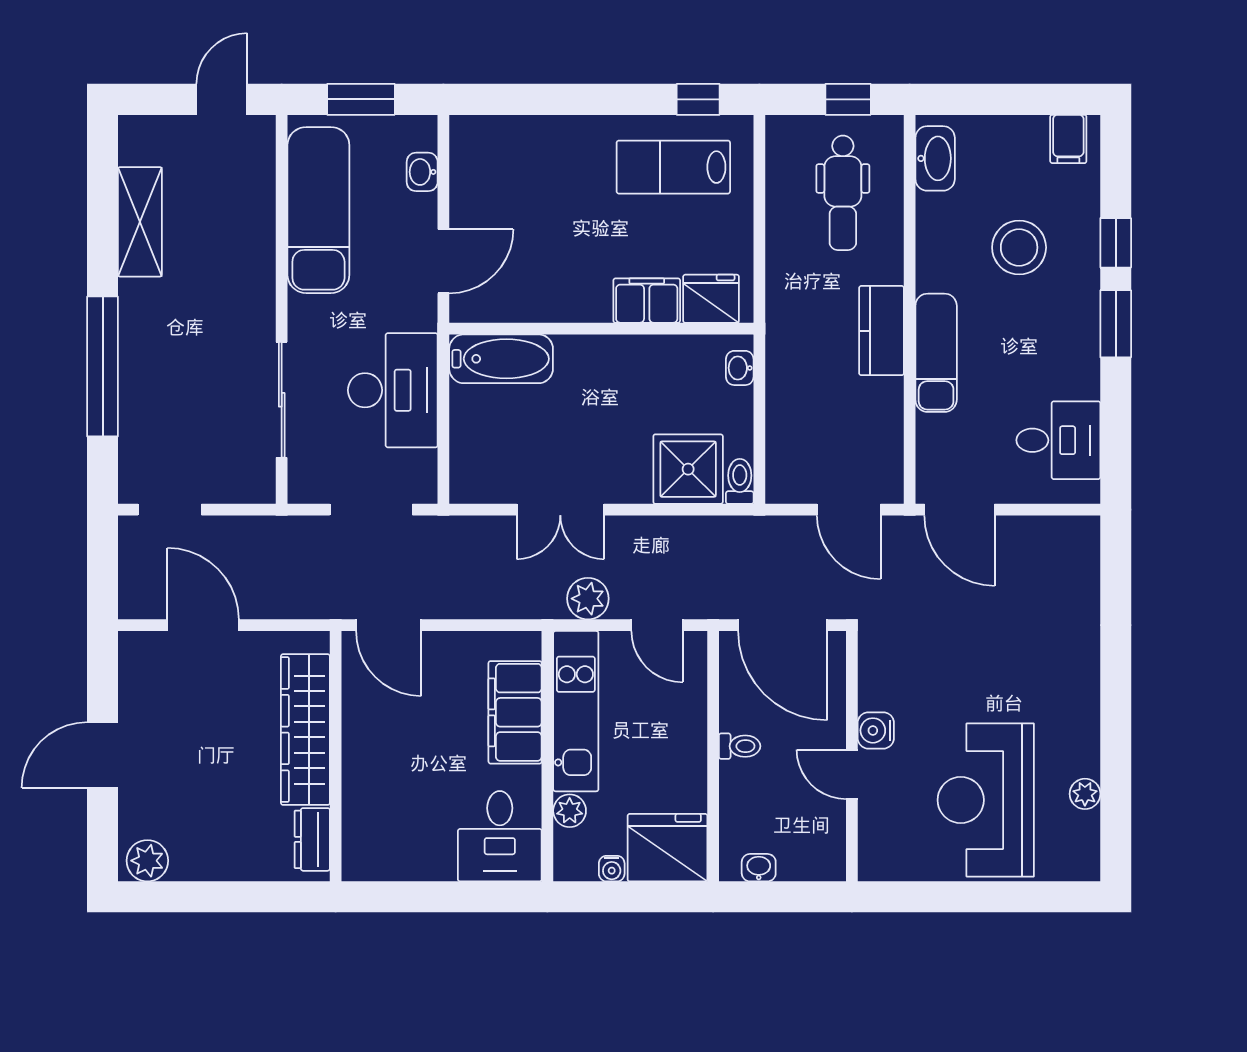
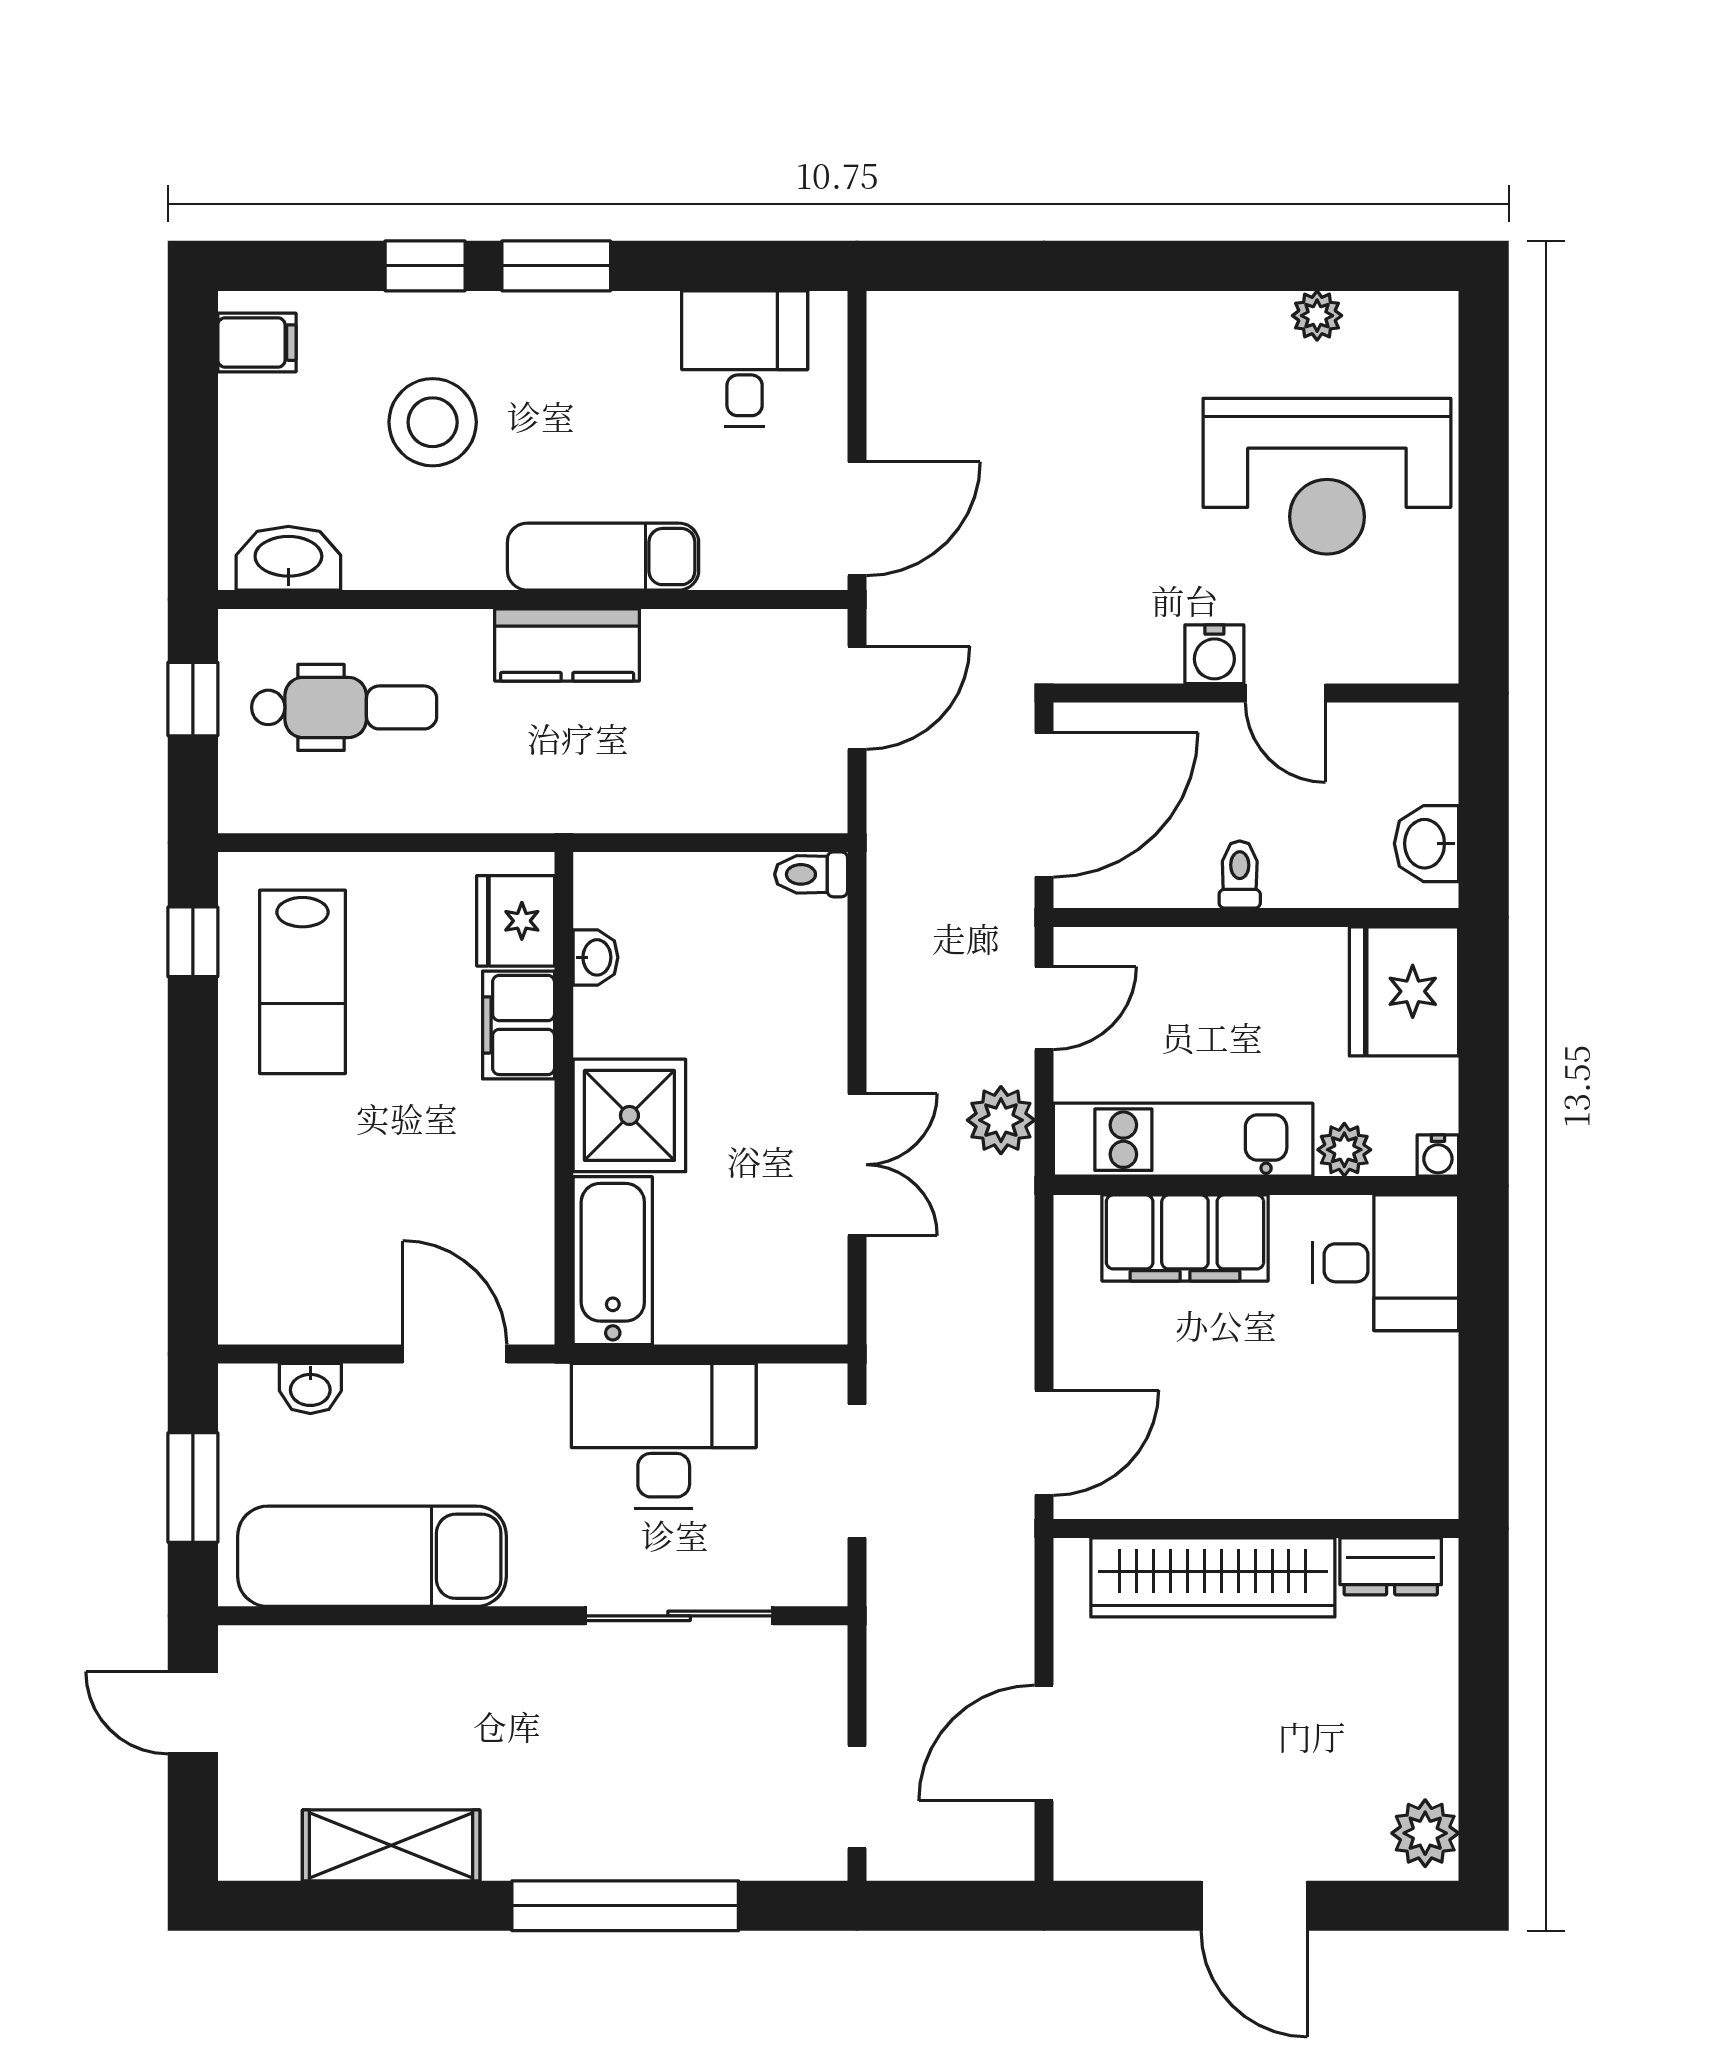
washbasin: (740, 368) -> (596, 957), moved, turned -90
shower: (688, 469) -> (629, 1115), moved
door: (852, 774) -> (1285, 693), hinge flipped
washbasin: (759, 868) -> (1426, 844), width x1.38, depth x1.45
water cooler: (612, 869) -> (1438, 1156), moved, turned 90

